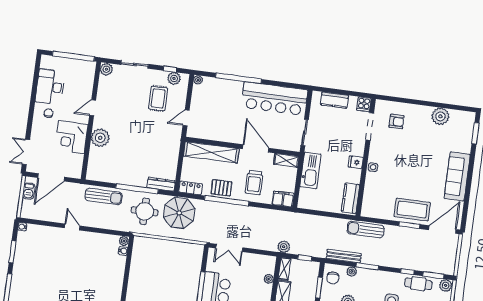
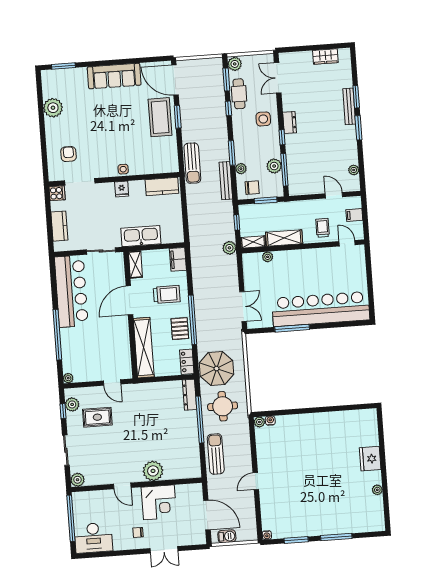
desk: (50, 87) -> (93, 538), moved
double door: (26, 152) -> (164, 550), moved

